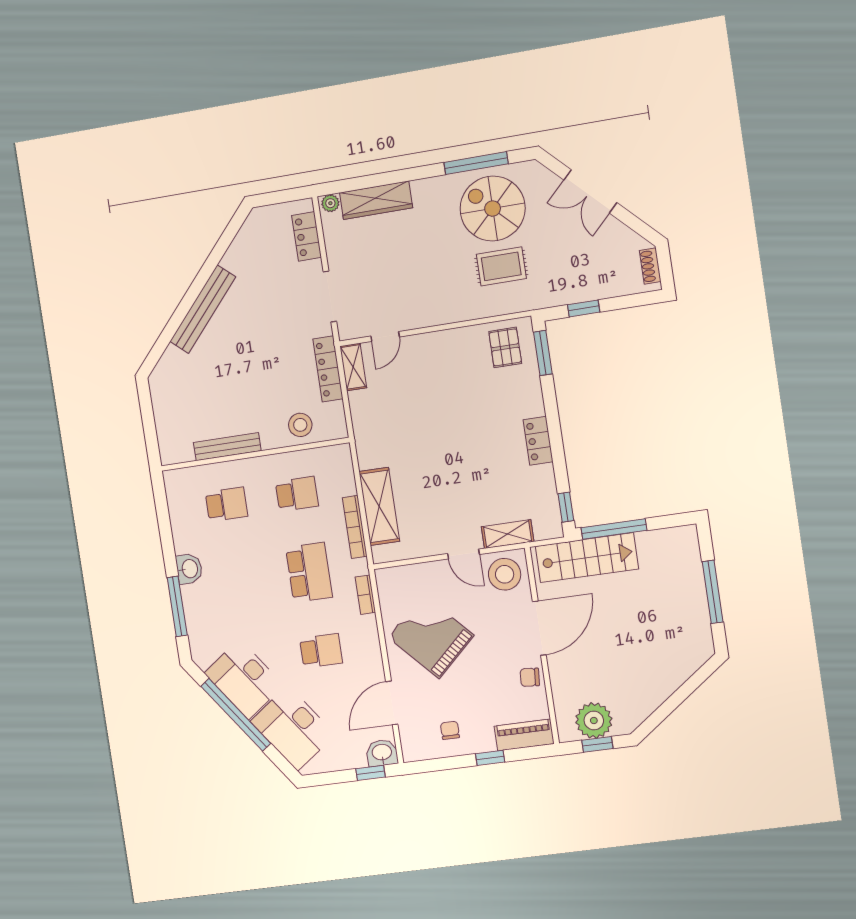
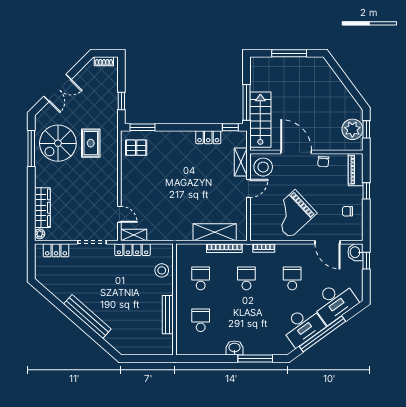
locker: (538, 441) -> (208, 137), moved
school desk: (309, 572) -> (246, 278), width x0.54

